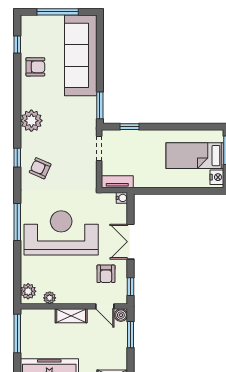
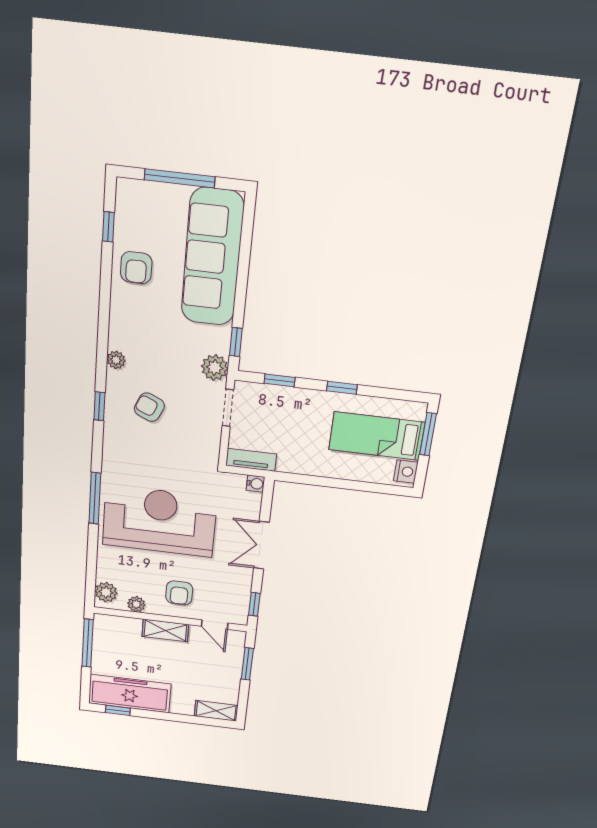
armchair: (35, 67) -> (136, 268), turned 90
window: (100, 105) -> (236, 342), width x0.67
plant: (31, 121) -> (116, 360), width x0.53, depth x0.53
plant: (88, 123) -> (215, 368), added
window: (169, 127) -> (342, 388), added
armchair: (40, 168) -> (149, 407), moved
armchair: (106, 274) -> (179, 593), moved
boiler: (121, 315) -> (237, 638), removed

